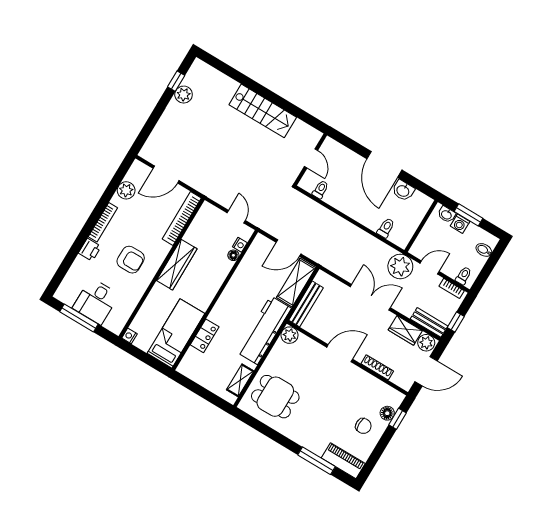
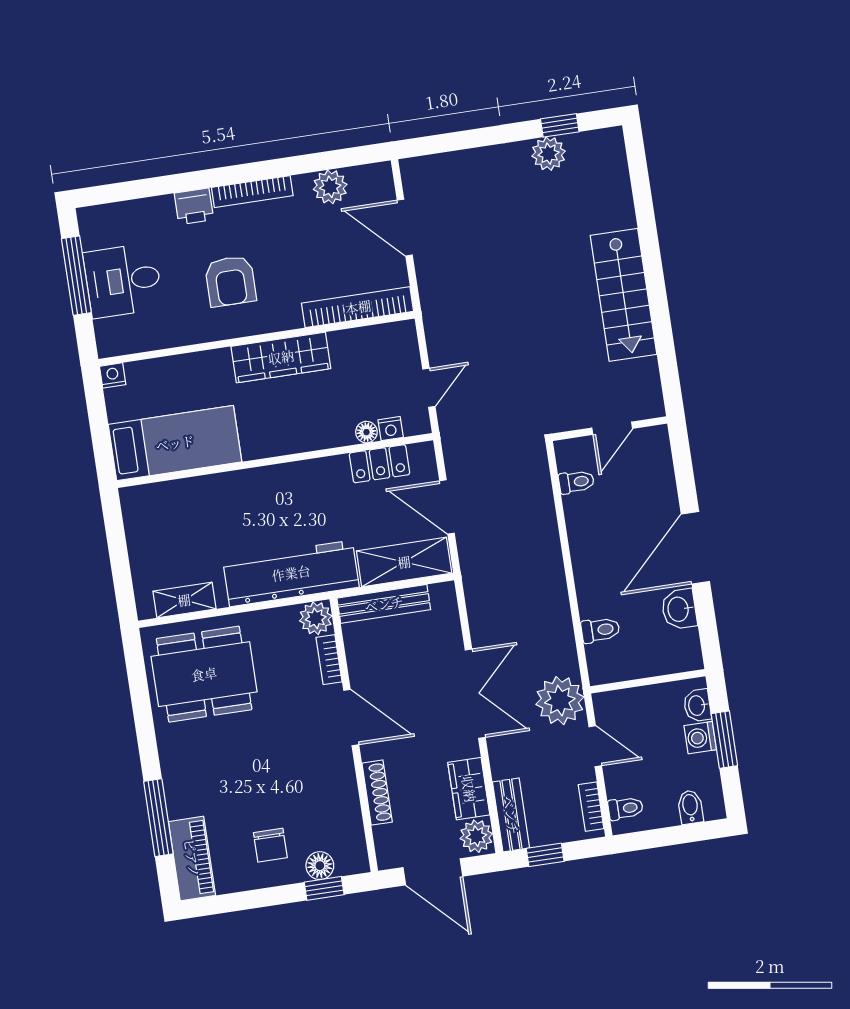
locker: (205, 336) -> (380, 464), moved
bookcase: (310, 343) -> (329, 660), added
dining table: (275, 397) -> (204, 674), width x1.37

